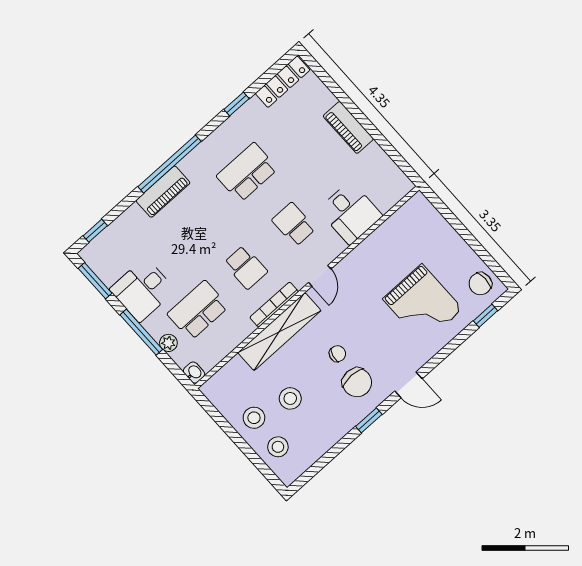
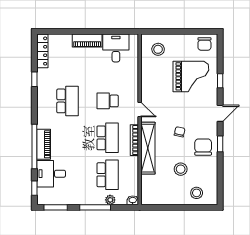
window: (170, 164) -> (34, 146), moved
school desk: (247, 172) -> (68, 101), turned 180
desk: (350, 213) -> (116, 48), moved, turned -90
school desk: (246, 267) -> (108, 138), width x1.85
desk: (143, 290) -> (51, 174), moved, turned 90
school desk: (198, 310) -> (108, 175), turned 180
window: (485, 316) -> (220, 81), moved
chair: (357, 382) -> (203, 147), moved, turned -90
stool: (254, 418) -> (158, 49), moved

